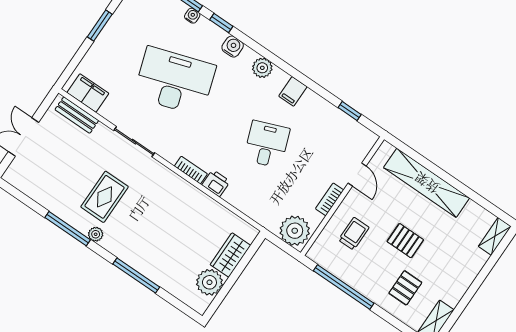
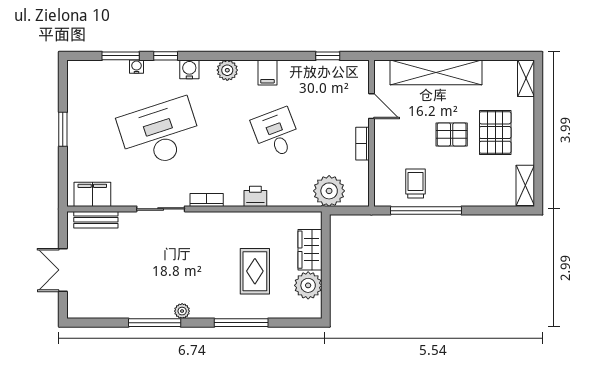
bookcase: (191, 170) -> (207, 200), moved
rug: (105, 197) -> (255, 271), moved
plant: (295, 231) -> (329, 191), moved
trolley: (354, 234) -> (416, 184), moved
pallet: (405, 288) -> (495, 133), moved, width x1.50, depth x1.42

